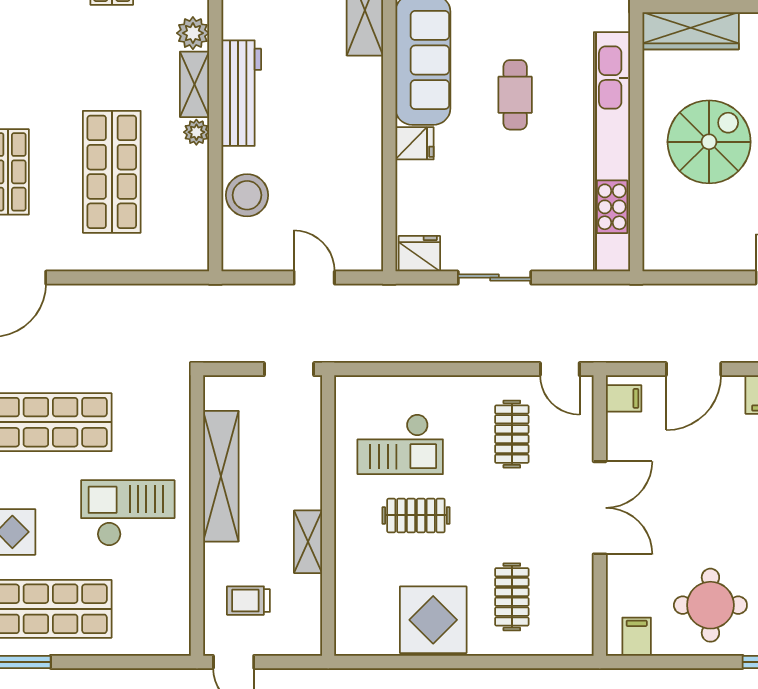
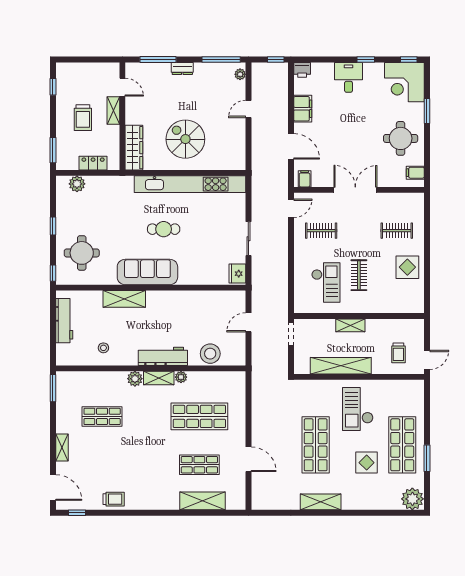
fridge: (414, 143) -> (186, 276), removed
shelving: (308, 542) -> (350, 325), moved
display table: (433, 620) -> (407, 267), width x0.73, depth x0.73

